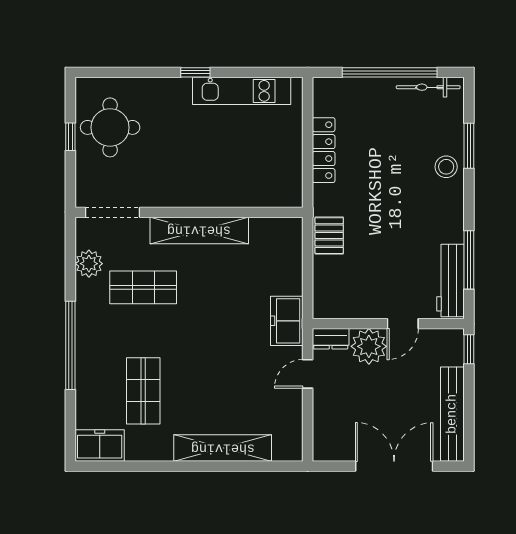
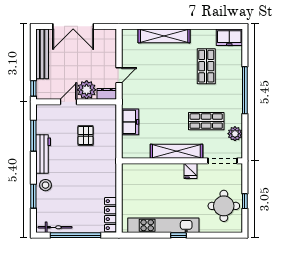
kitchen unit: (242, 91) -> (163, 225), width x1.36
locker: (324, 150) -> (111, 215), moved
fridge: (173, 193) -> (190, 171), added
pallet: (329, 236) -> (86, 135), moved
workbench: (450, 280) -> (43, 154), moved
freezer: (287, 321) -> (130, 122), moved

